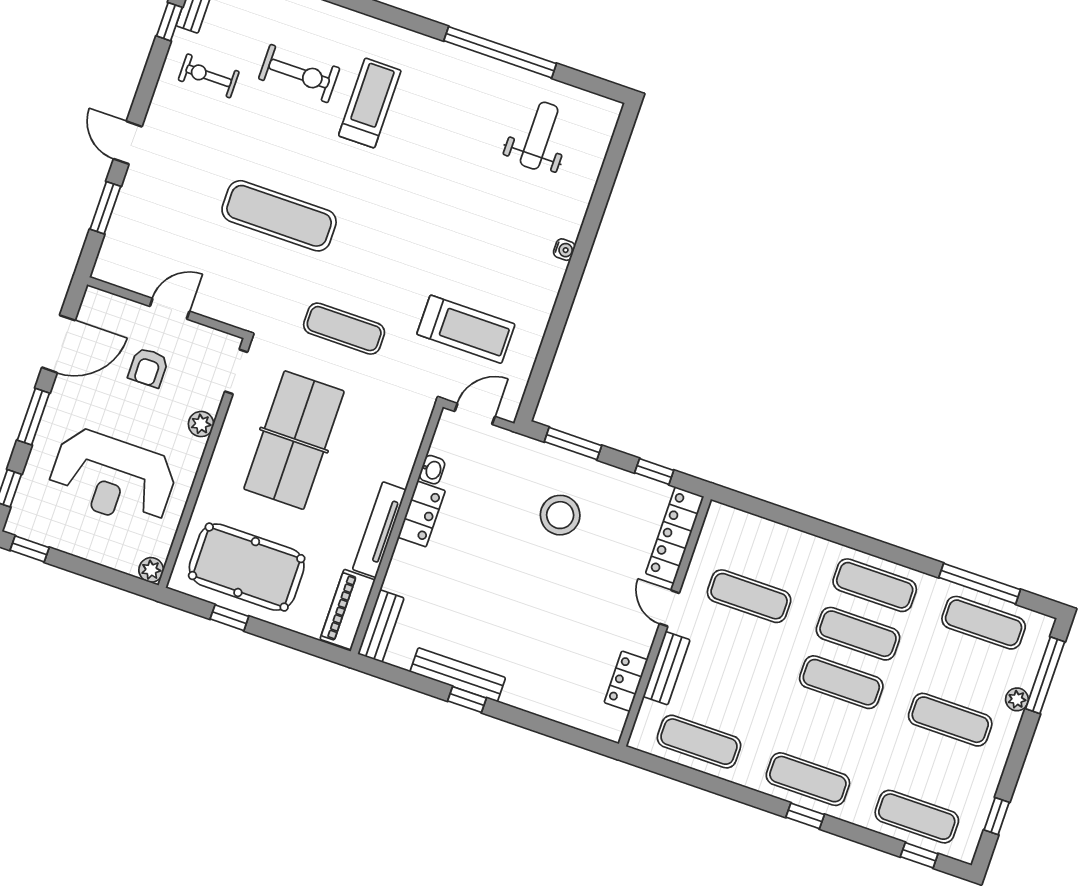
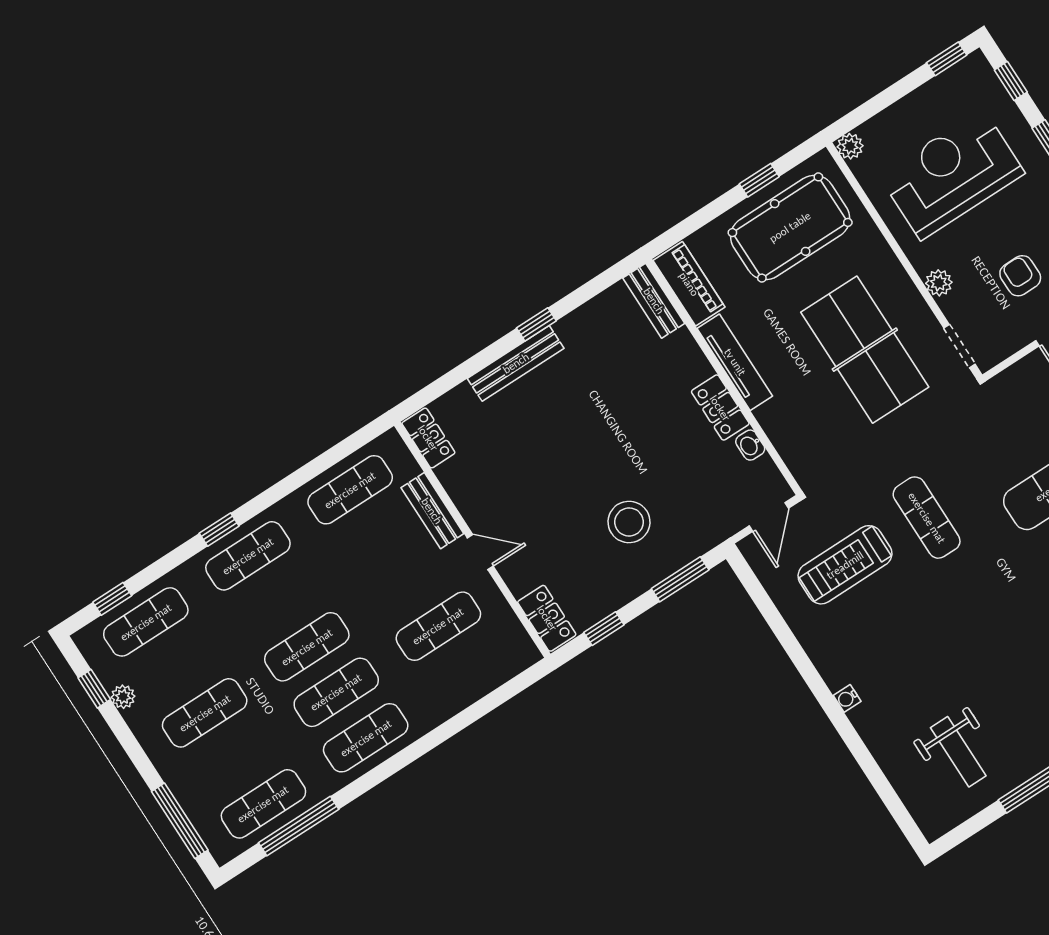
exercise mat: (344, 329) -> (927, 518), moved, turned 90
locker: (675, 535) -> (547, 618), width x0.66
bench: (458, 675) -> (516, 363), moved
locker: (626, 681) -> (428, 438), moved
plant: (1017, 699) -> (123, 697), moved

